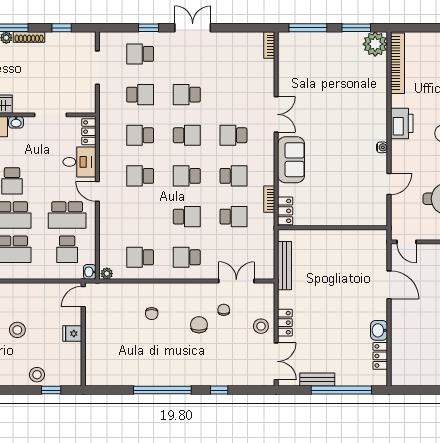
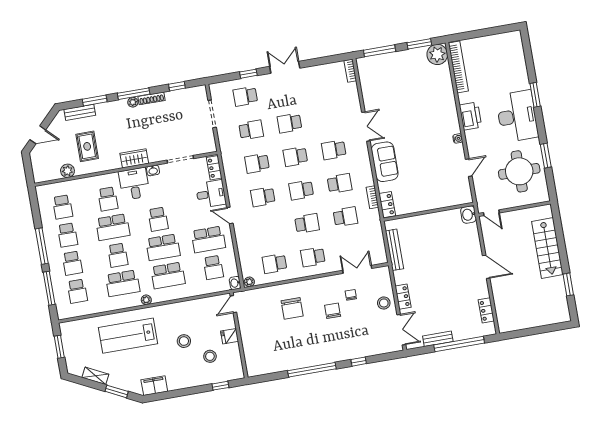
school desk: (187, 135) -> (295, 157), turned 180
door: (389, 285) -> (486, 267), moved
chair: (152, 314) -> (292, 308), width x1.87, depth x1.87
washbasin: (379, 330) -> (468, 215), moved
stool: (37, 375) -> (210, 356), moved

